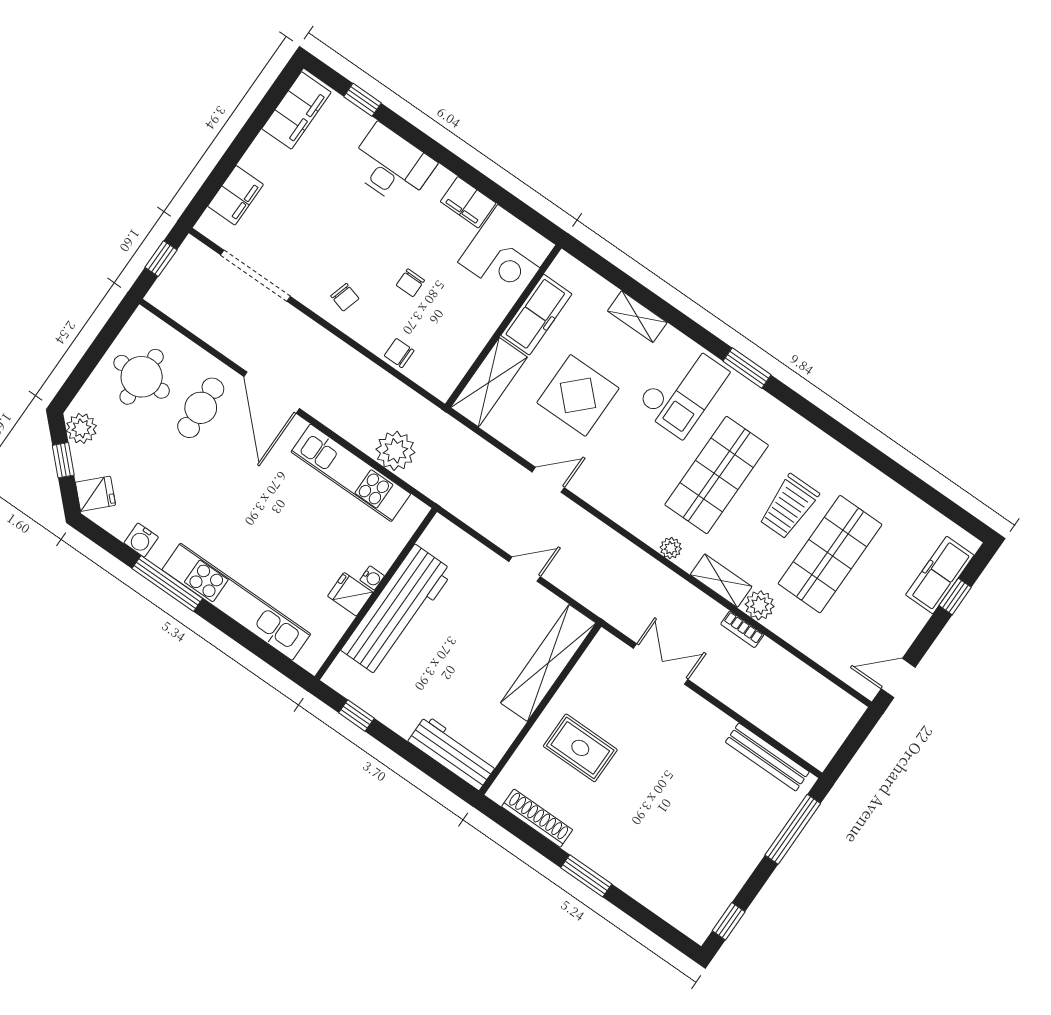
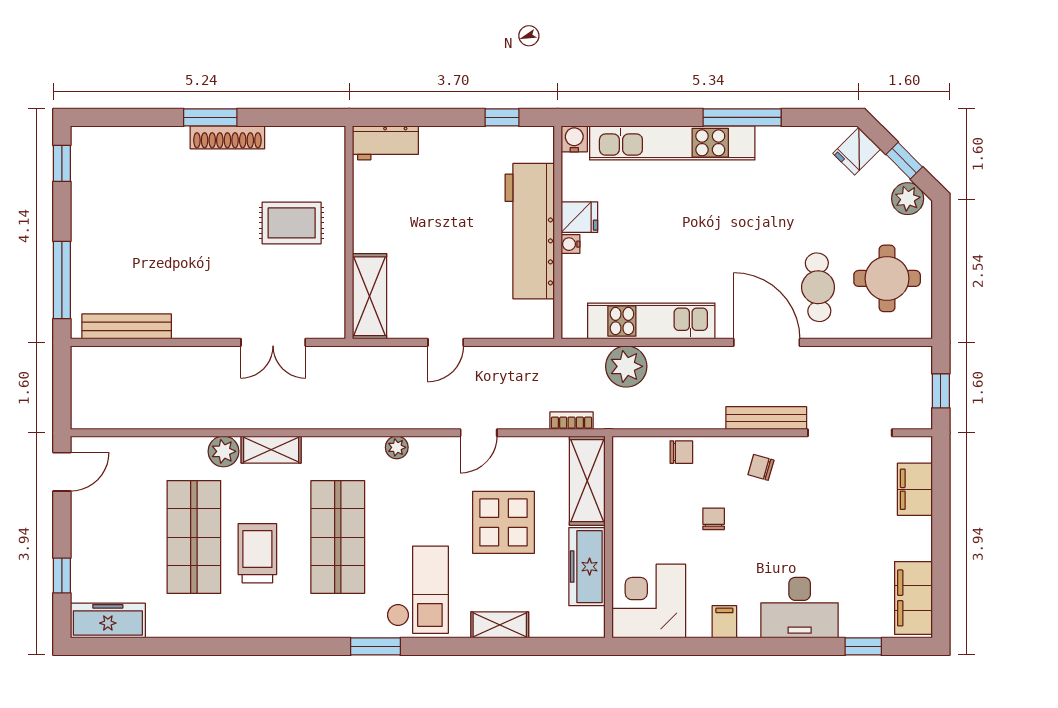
filing cabinet: (468, 202) -> (724, 622), width x0.50
bench: (313, 333) -> (766, 418), added
checkout: (683, 390) -> (418, 590), turned 180
water cooler: (141, 540) -> (574, 139), moved
plant: (671, 548) -> (397, 447), moved
freezer: (940, 575) -> (108, 621), moved, turned -90
bookcase: (742, 629) -> (572, 421), moved
shelving: (548, 663) -> (369, 296), width x0.68
workbench: (453, 753) -> (385, 143), width x0.73
shoe rack: (537, 818) -> (227, 137), moved

